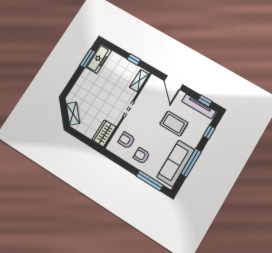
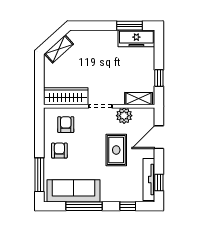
plant: (145, 97) -> (124, 116), added
rug: (174, 124) -> (116, 150), moved
wardrobe: (104, 133) -> (66, 96), width x1.50

